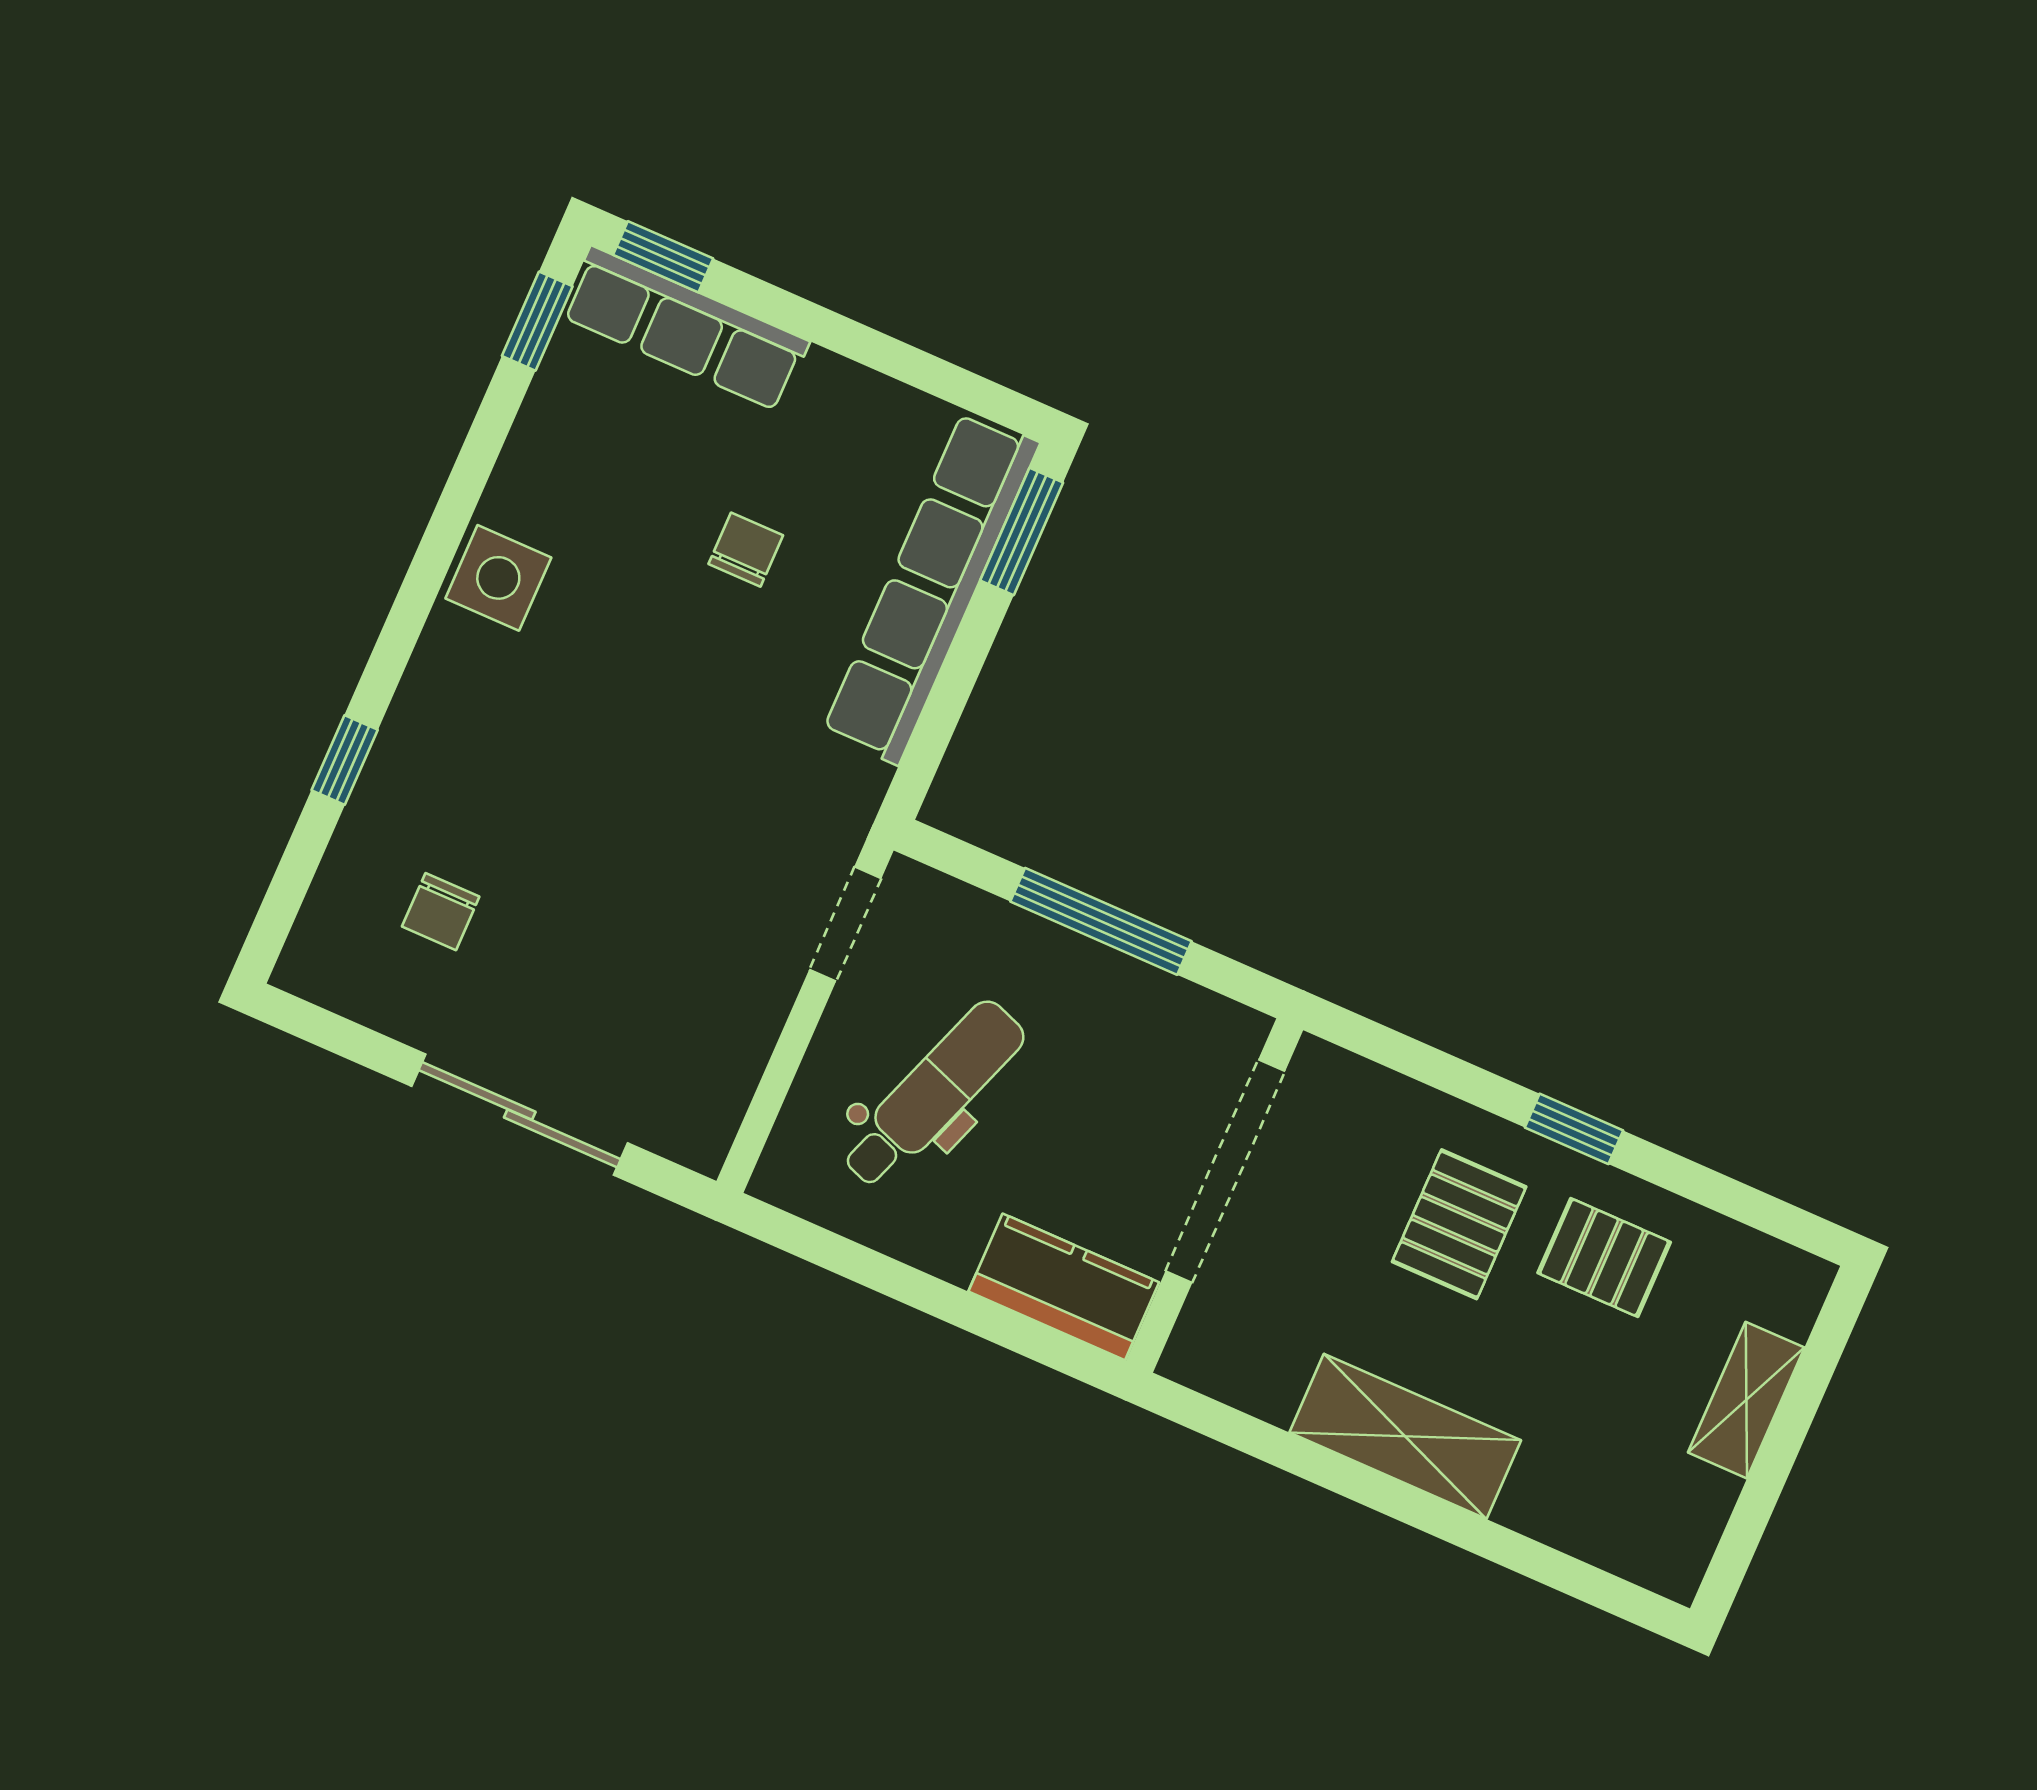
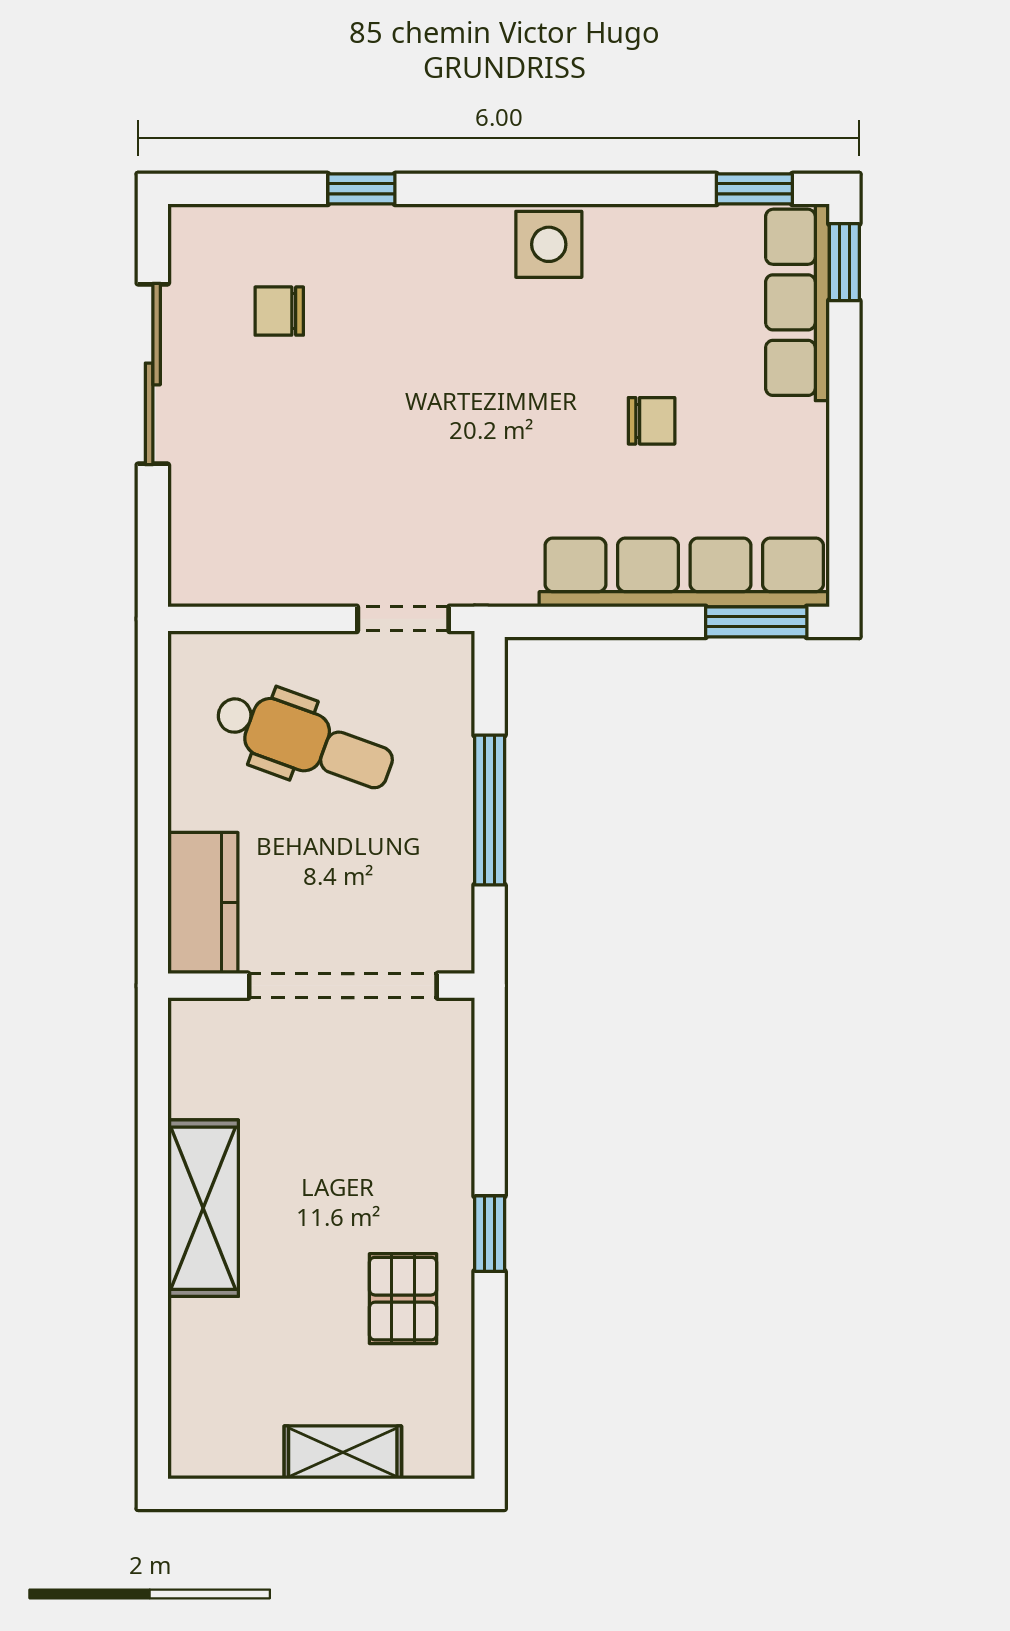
sliding door: (520, 1115) -> (153, 374), moved
pallet: (1459, 1224) -> (380, 1179), removed

